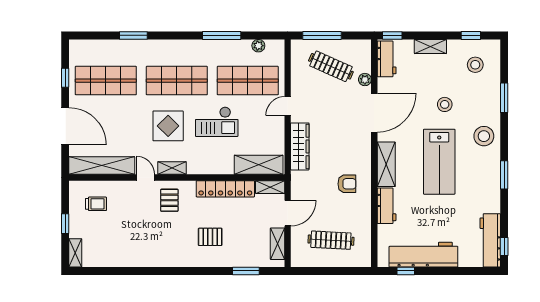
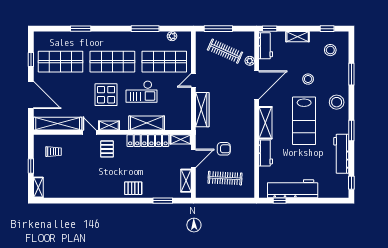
shelving: (259, 165) -> (147, 123), moved
armchair: (347, 184) -> (224, 149), moved
pallet: (210, 237) -> (133, 188), moved
workbench: (490, 240) -> (341, 154), moved

